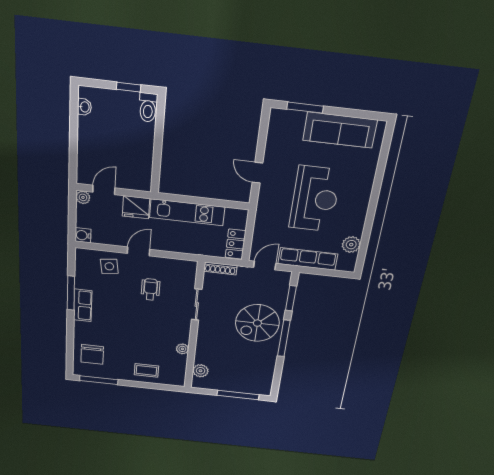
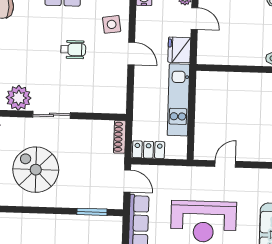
wheelchair: (150, 289) -> (73, 50), moved
sliding door: (197, 304) -> (51, 115), moved
spiral stairs: (257, 323) -> (36, 170), moved
window: (284, 338) -> (42, 210), removed
plant: (182, 349) -> (19, 98), width x1.88, depth x1.88

